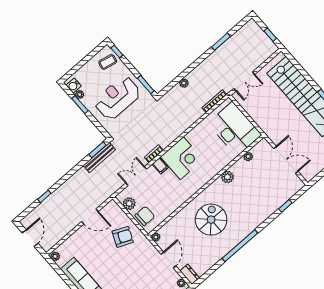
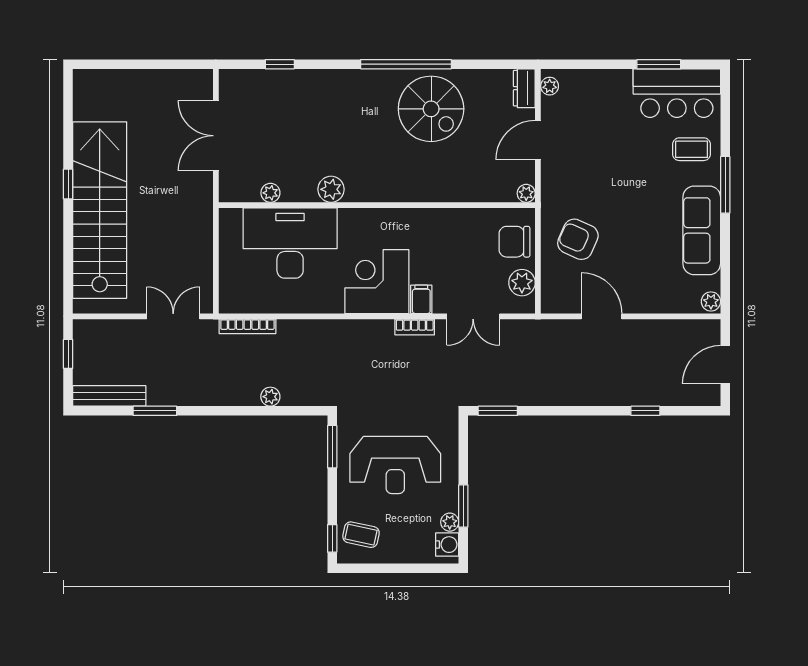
desk: (235, 129) -> (290, 243), moved, turned 90
bench: (99, 158) -> (109, 396), moved
spiral stairs: (211, 220) -> (431, 109), moved, turned -90

